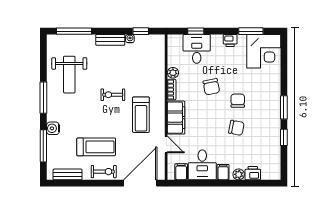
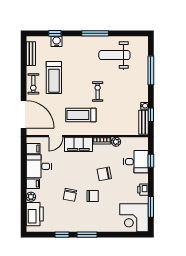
window: (74, 31) -> (151, 70), moved
bench: (110, 40) -> (144, 122), moved
water cooler: (53, 128) -> (57, 41), moved
window: (43, 146) -> (55, 33), width x0.46
printer: (253, 173) -> (35, 214), width x1.87, depth x1.48

